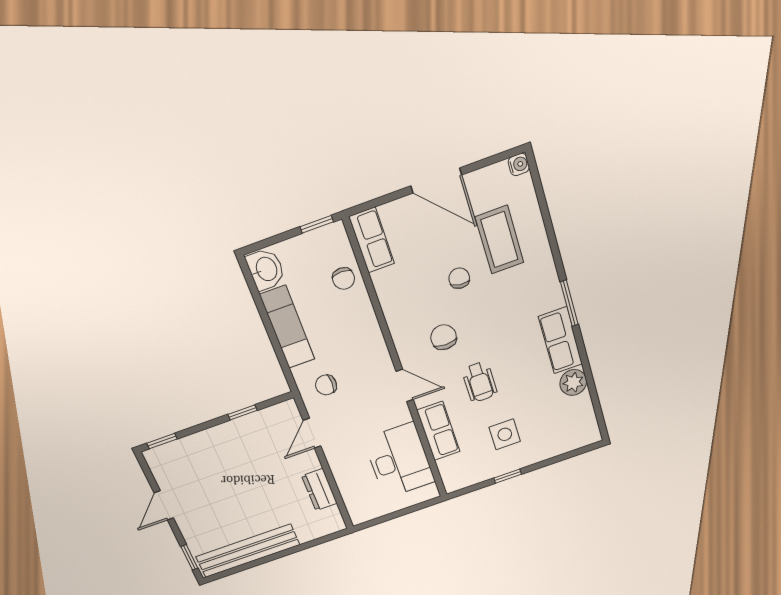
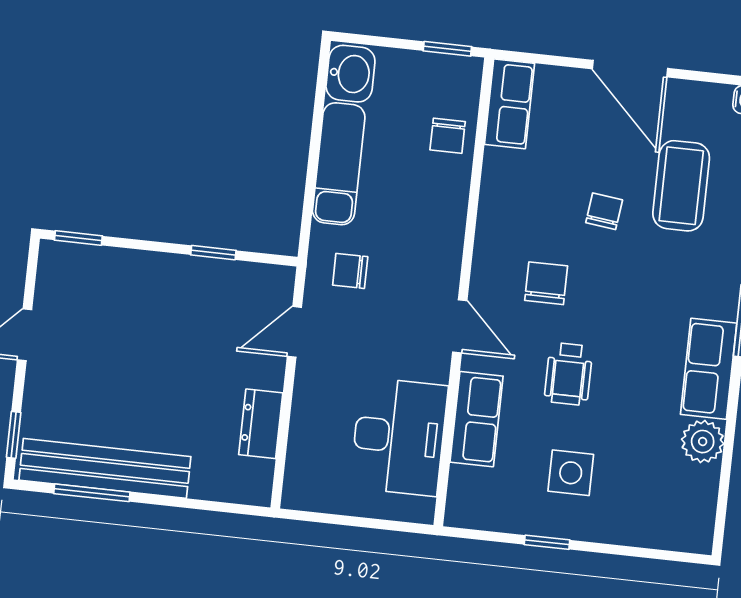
window: (248, 566) -> (92, 493), added

